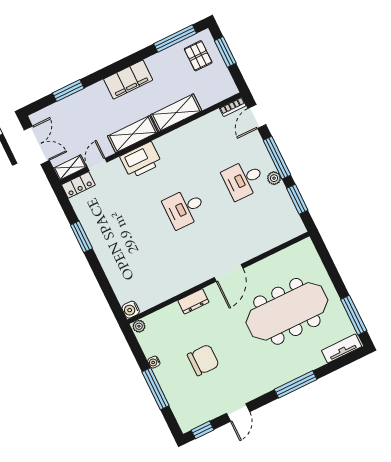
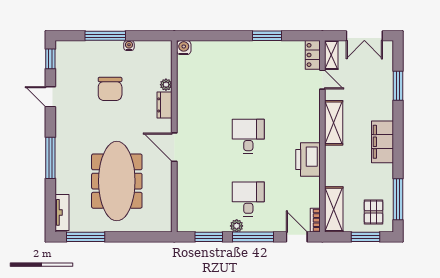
pallet: (198, 56) -> (374, 212), turned 90
shelving: (176, 113) -> (334, 209), moved
printer: (141, 160) -> (308, 160), moved
plant: (139, 326) -> (166, 85), moved

